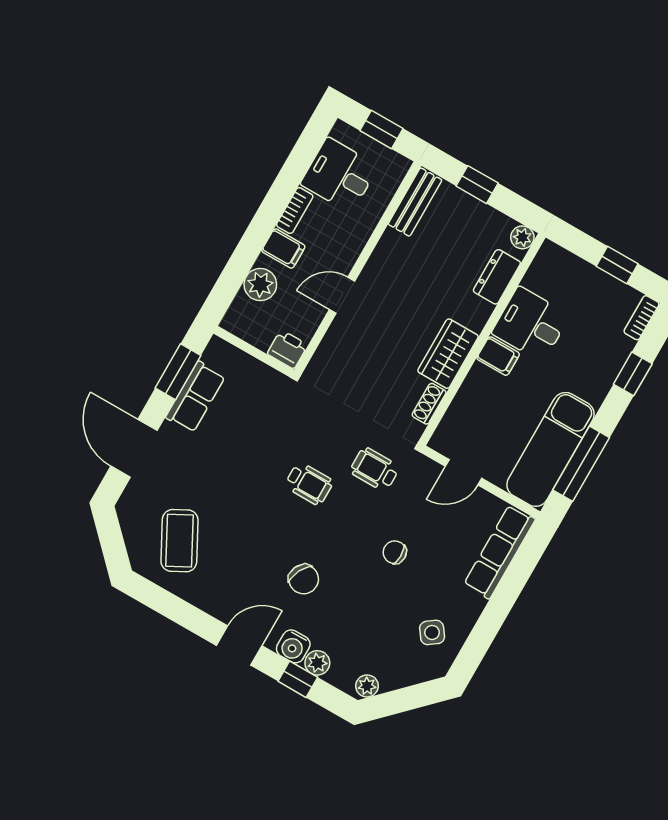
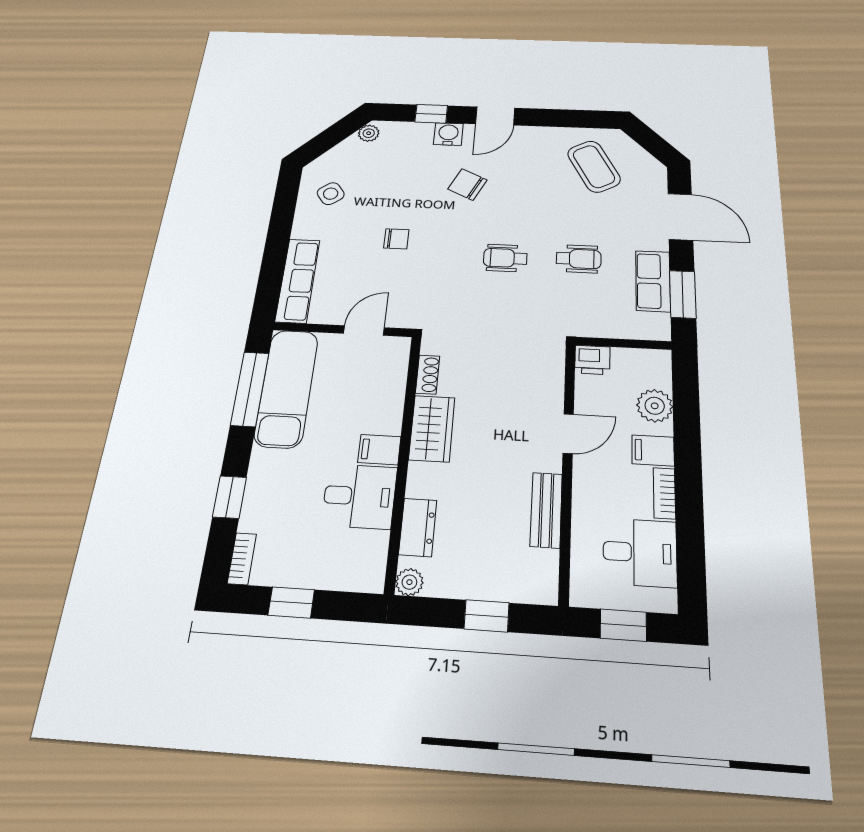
bench: (415, 202) -> (546, 510), moved
wheelchair: (375, 469) -> (579, 259), moved
plant: (317, 663) -> (421, 131), removed

